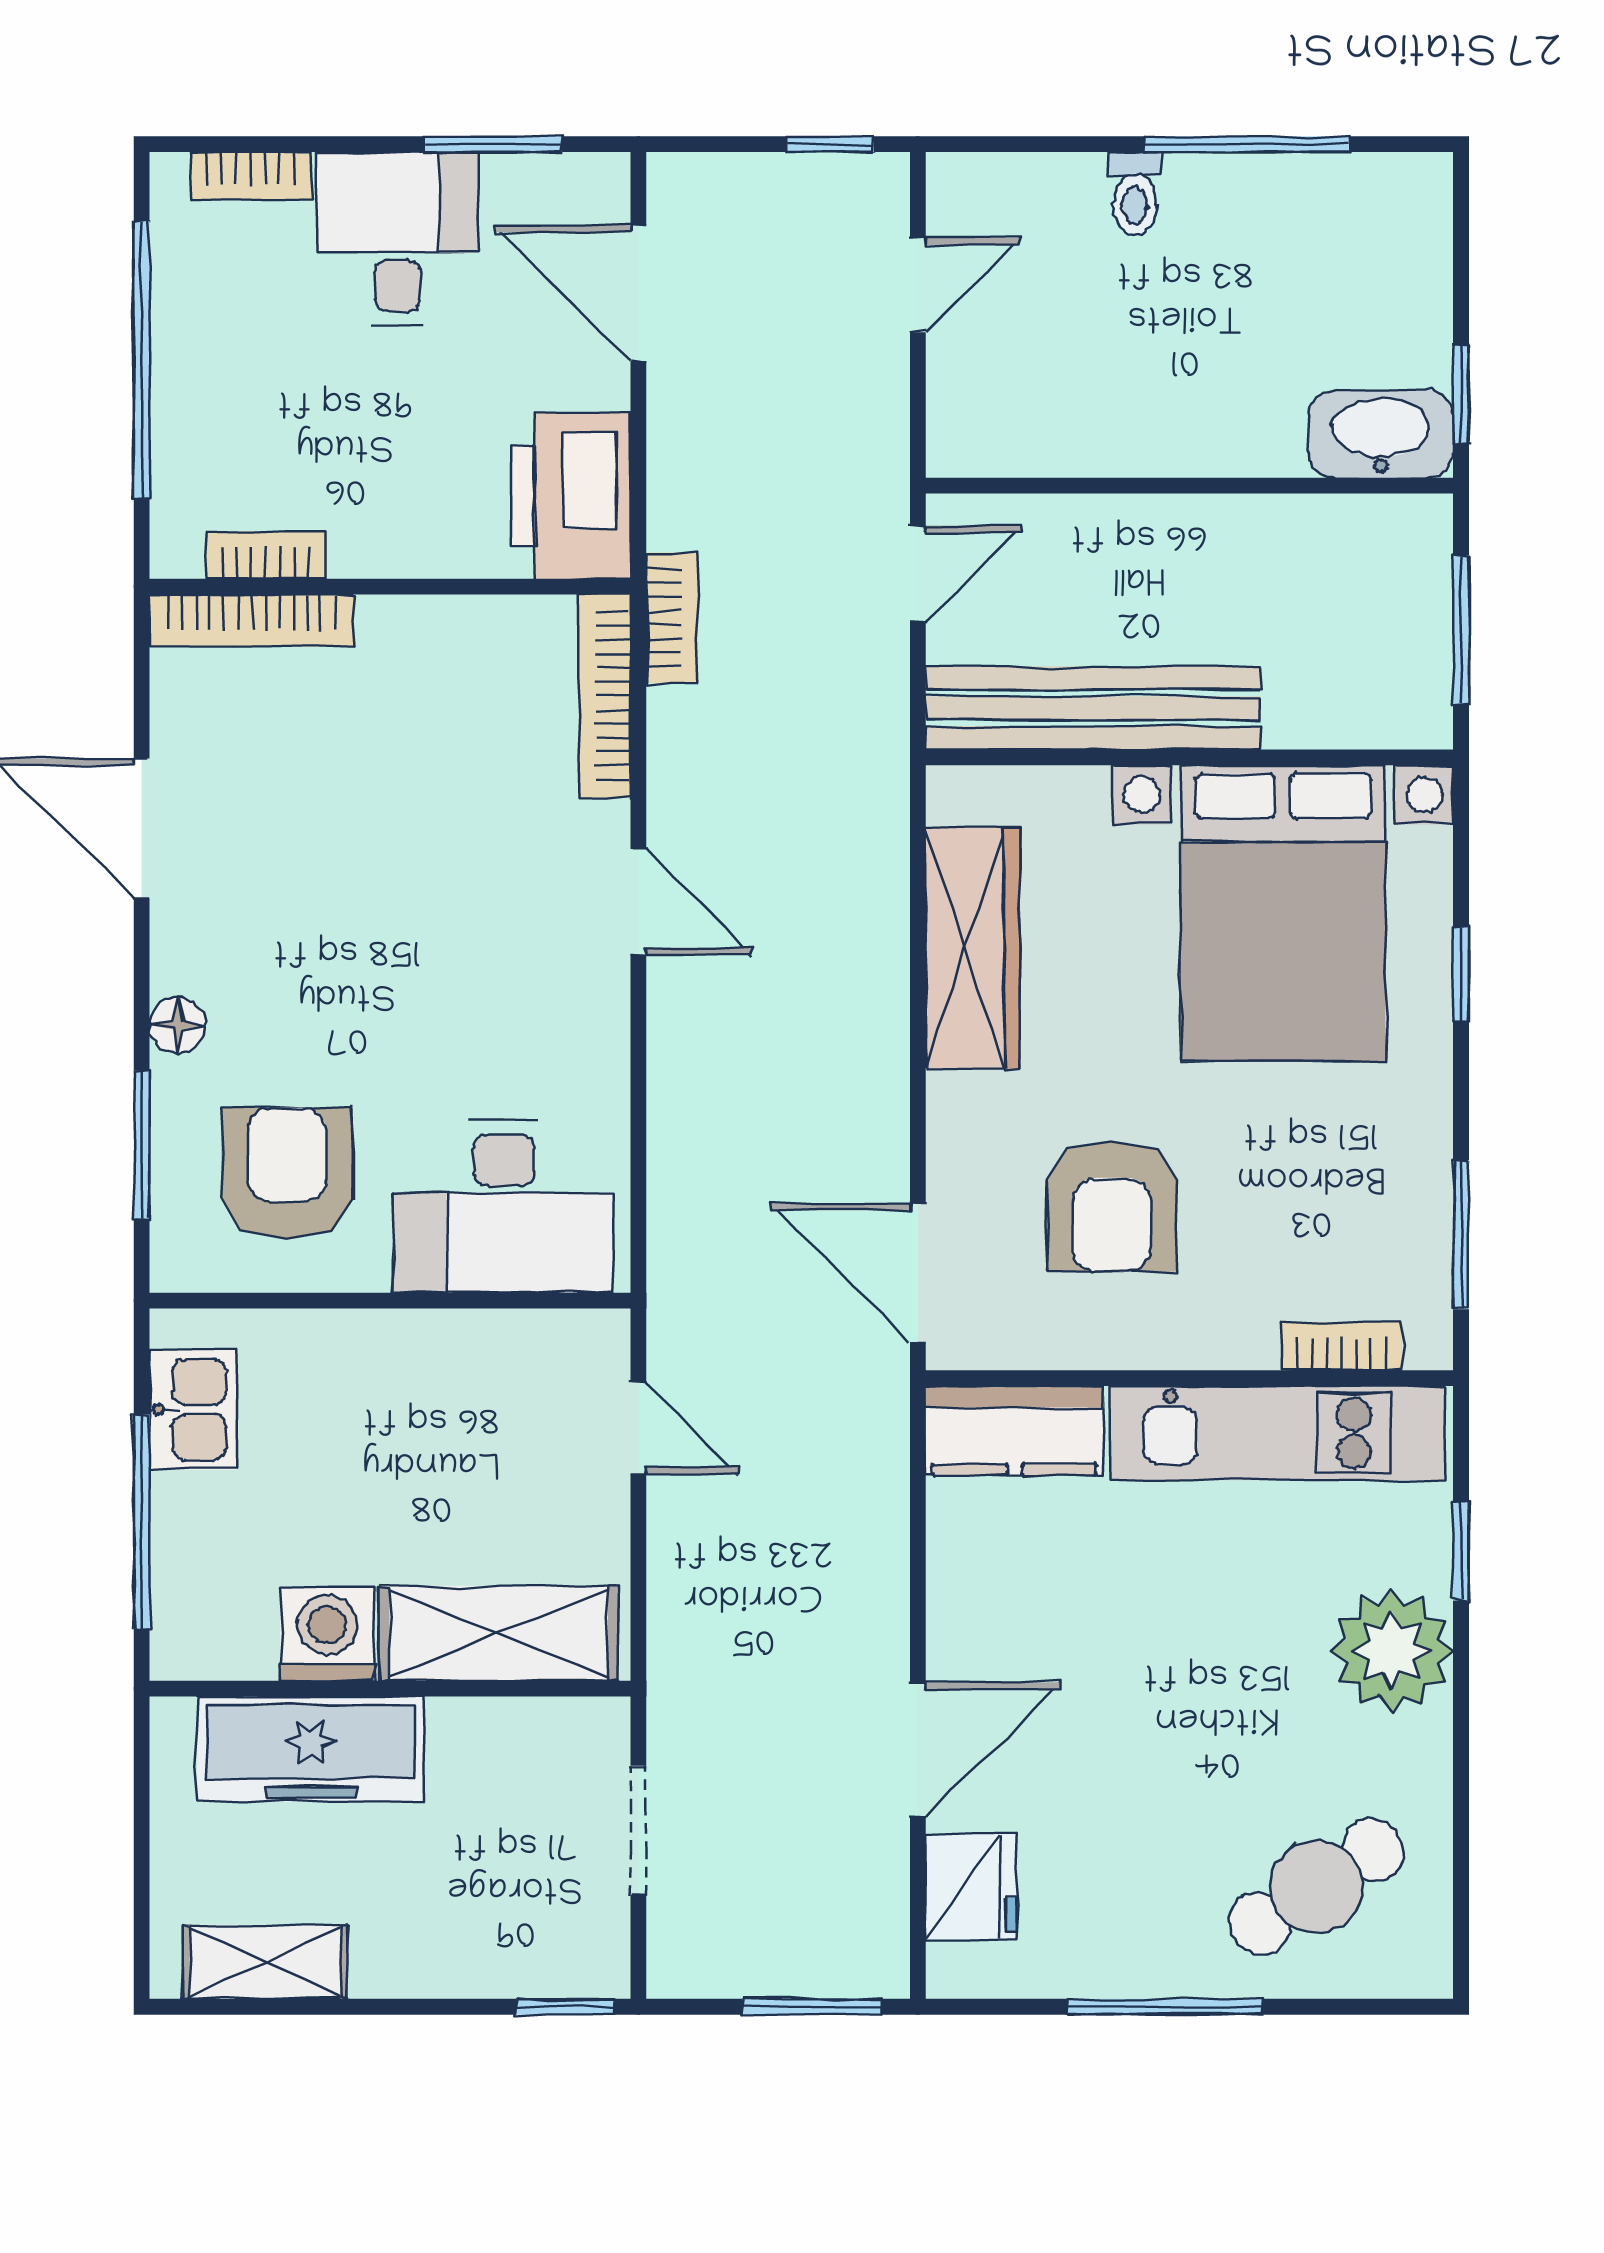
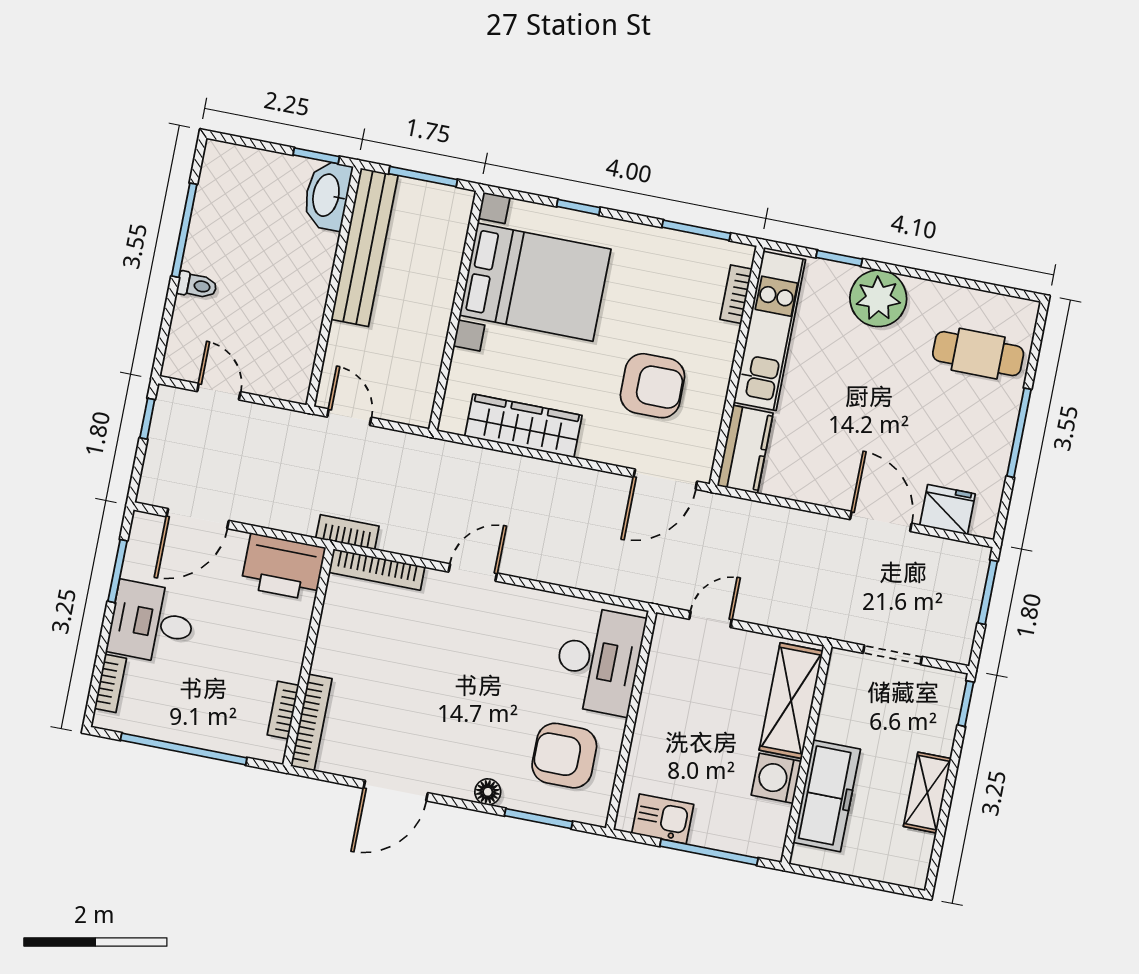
bench: (1093, 708) -> (364, 247), moved
cafe table: (1316, 1887) -> (978, 354), turned -57
shelving: (265, 1962) -> (927, 793), moved

